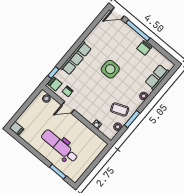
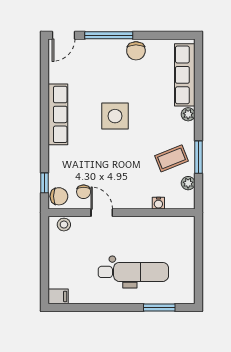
row of seats: (76, 58) -> (58, 114), moved
row of seats: (157, 77) -> (185, 75), width x1.48
door: (68, 107) -> (102, 213), swing flipped
dental chair: (60, 146) -> (133, 272), turned 180

